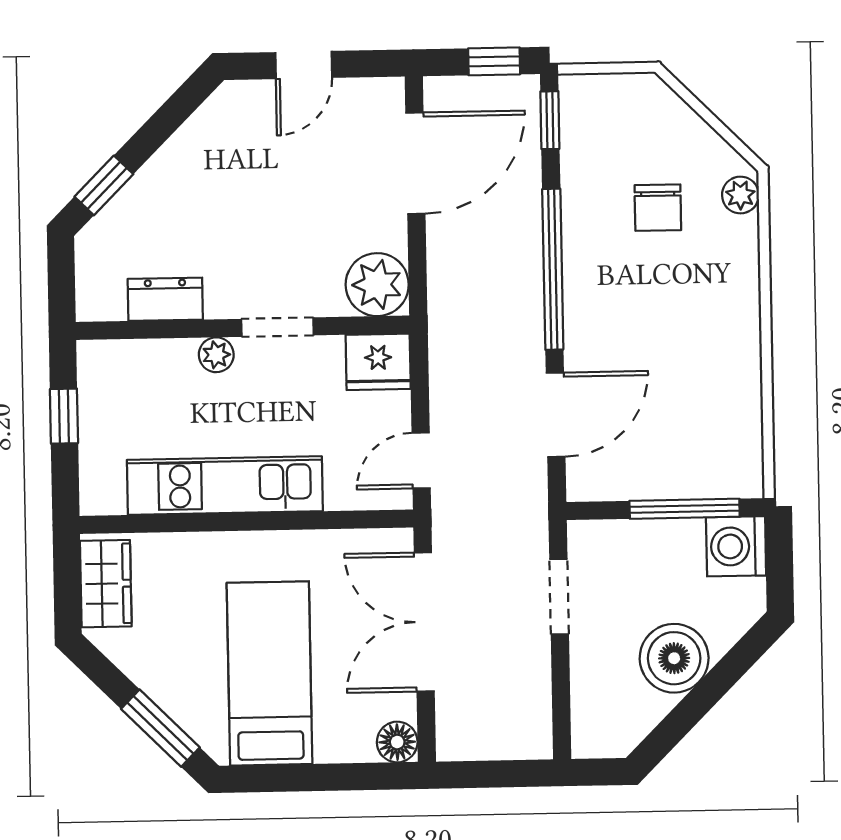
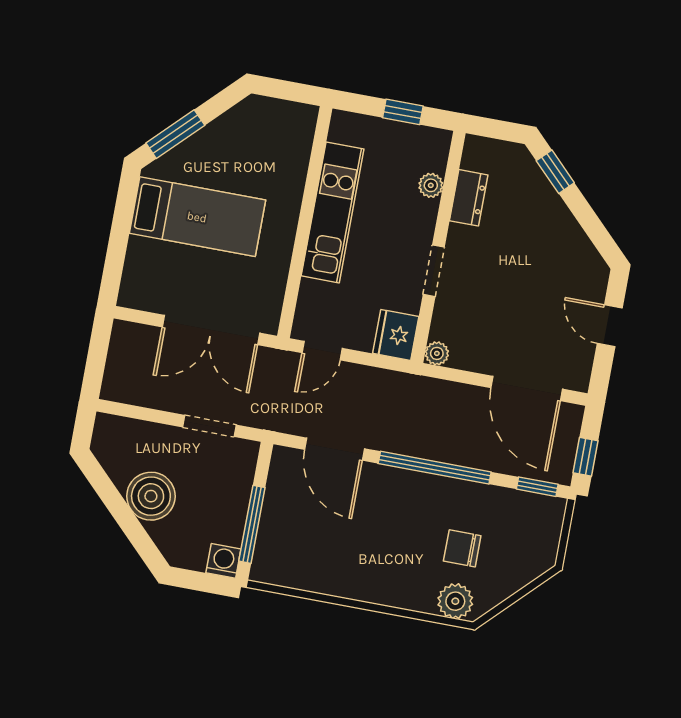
plant: (740, 195) -> (455, 601), width x1.38, depth x1.38
plant: (377, 285) -> (437, 353), width x0.53, depth x0.53
plant: (216, 355) -> (431, 185), moved
door: (421, 460) -> (322, 351), swing flipped
washing machine: (736, 546) -> (223, 561), width x0.73, depth x0.73
wardrobe: (106, 584) -> (282, 117), removed
double door: (424, 622) -> (211, 330), swing flipped
floor lamp: (397, 742) -> (132, 295), removed

